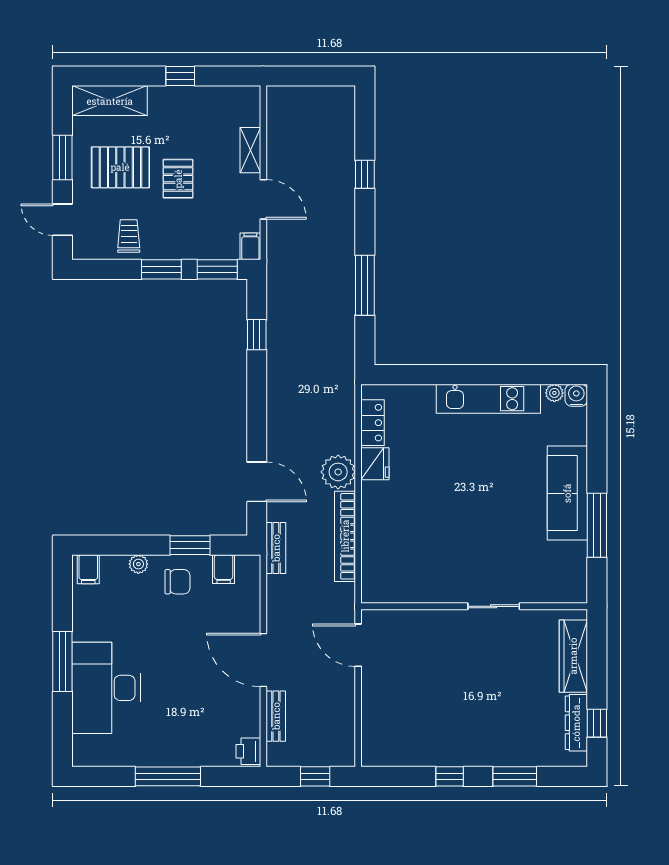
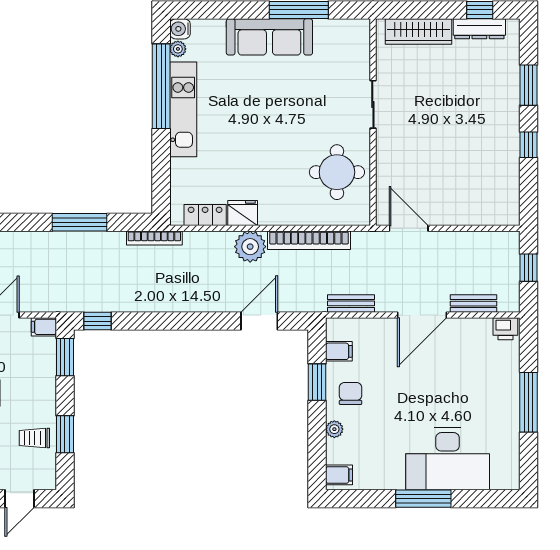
window: (161, 269) -> (65, 434), moved
window: (257, 335) -> (98, 321), moved
bookcase: (348, 367) -> (154, 238), added
window: (514, 375) -> (161, 86), added
bench: (276, 548) -> (351, 303), moved
round table: (420, 567) -> (337, 172), added
door: (358, 645) -> (409, 228), swing flipped

